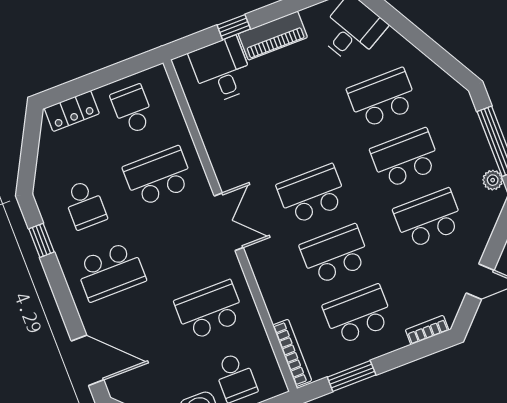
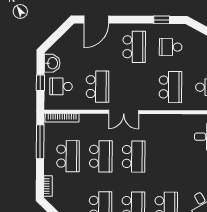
double door: (229, 222) -> (124, 112), moved
school desk: (110, 271) -> (134, 47), turned 180
window: (352, 376) -> (40, 142), width x1.44

